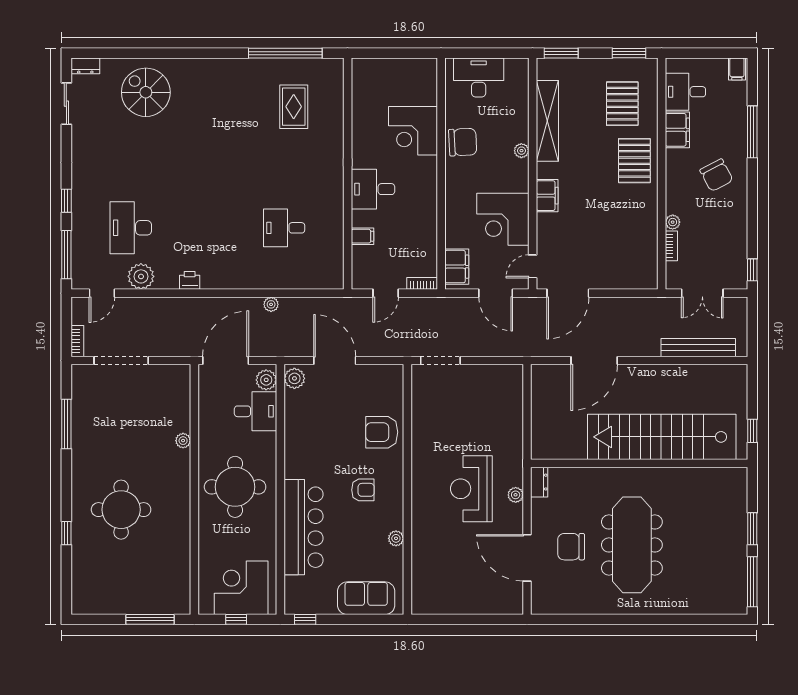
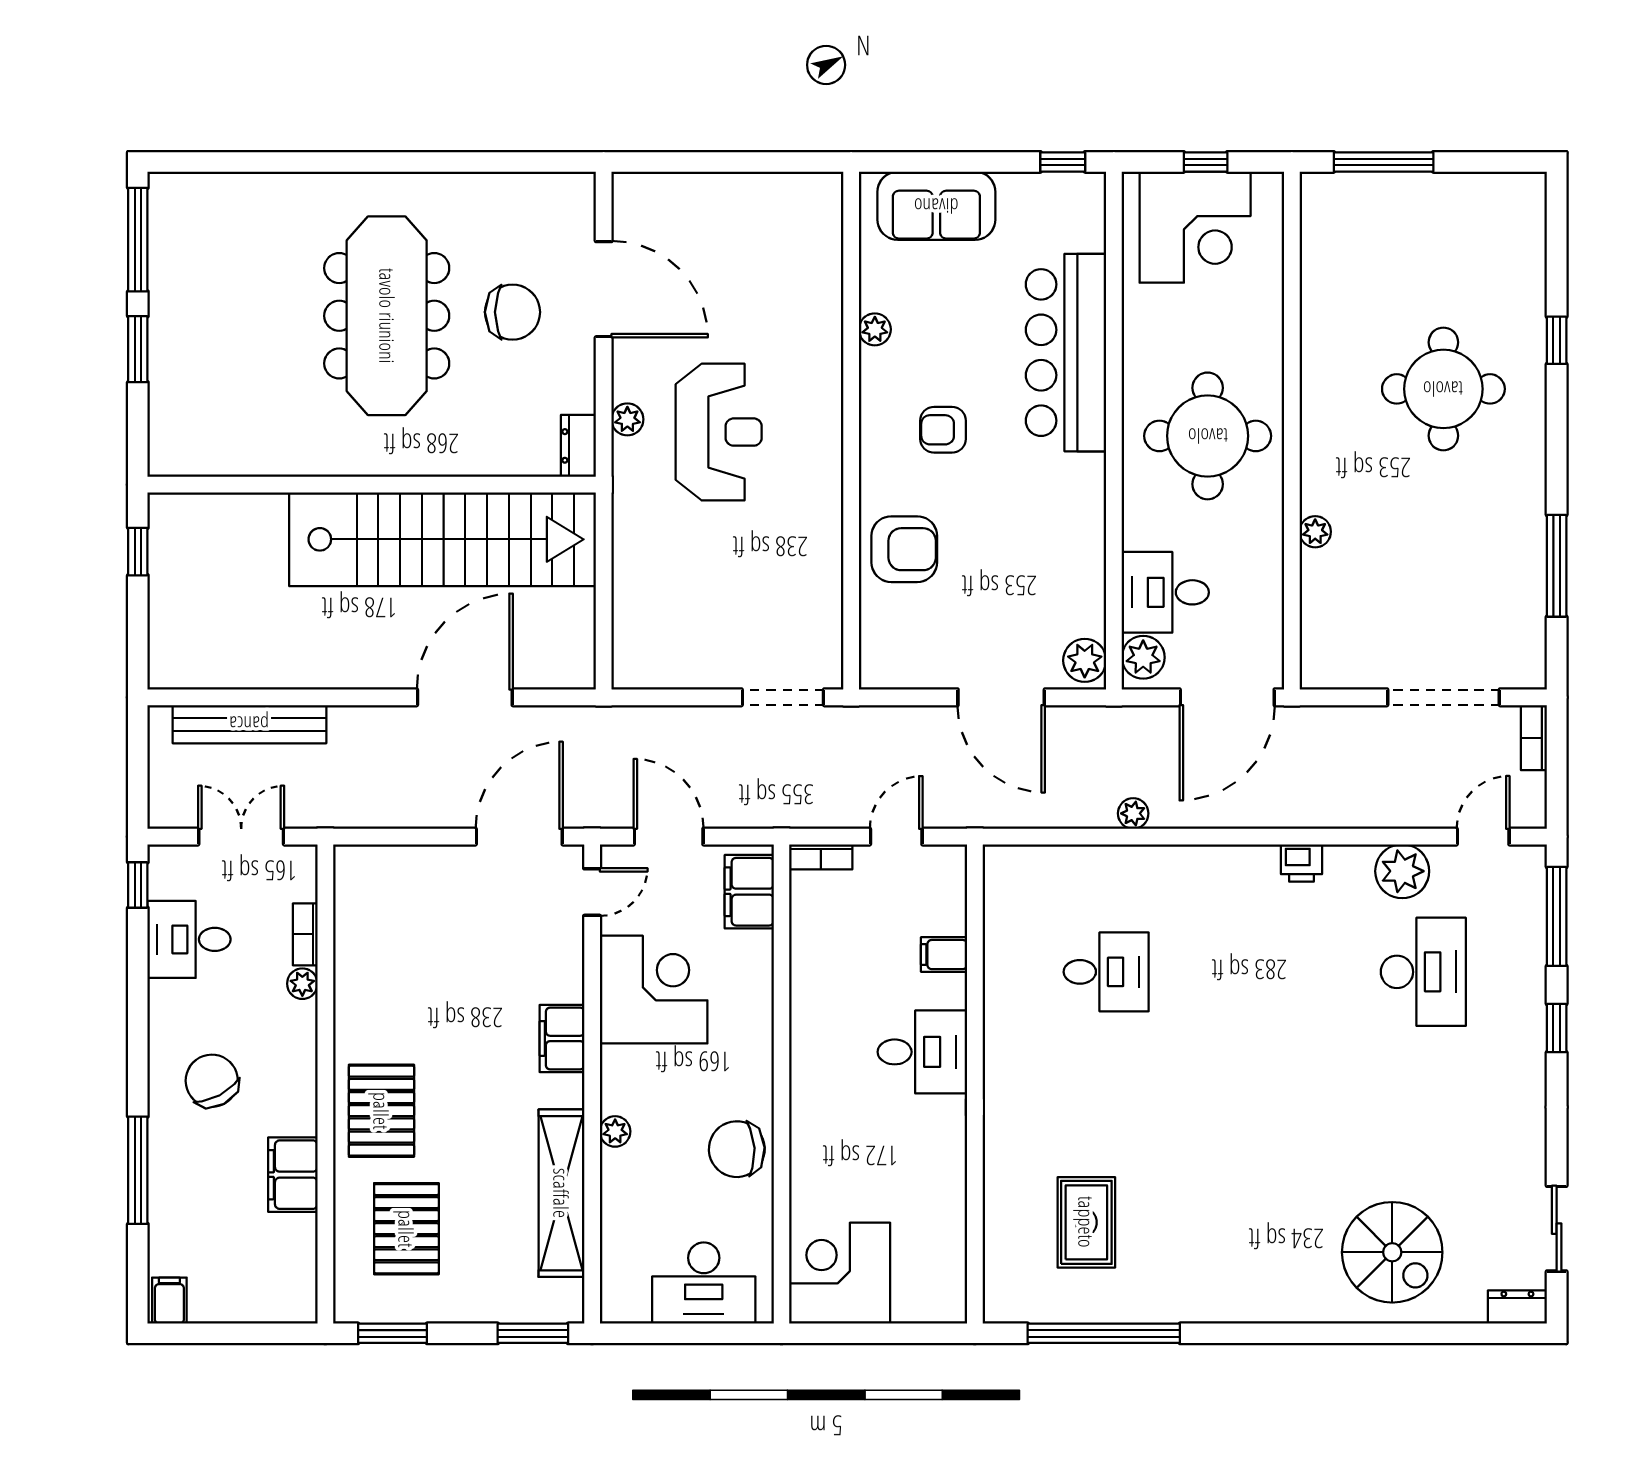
desk: (685, 92) -> (189, 939), moved, turned 180
corner desk: (413, 131) -> (840, 1273), moved, turned -90
stairs: (662, 437) -> (443, 539), moved

